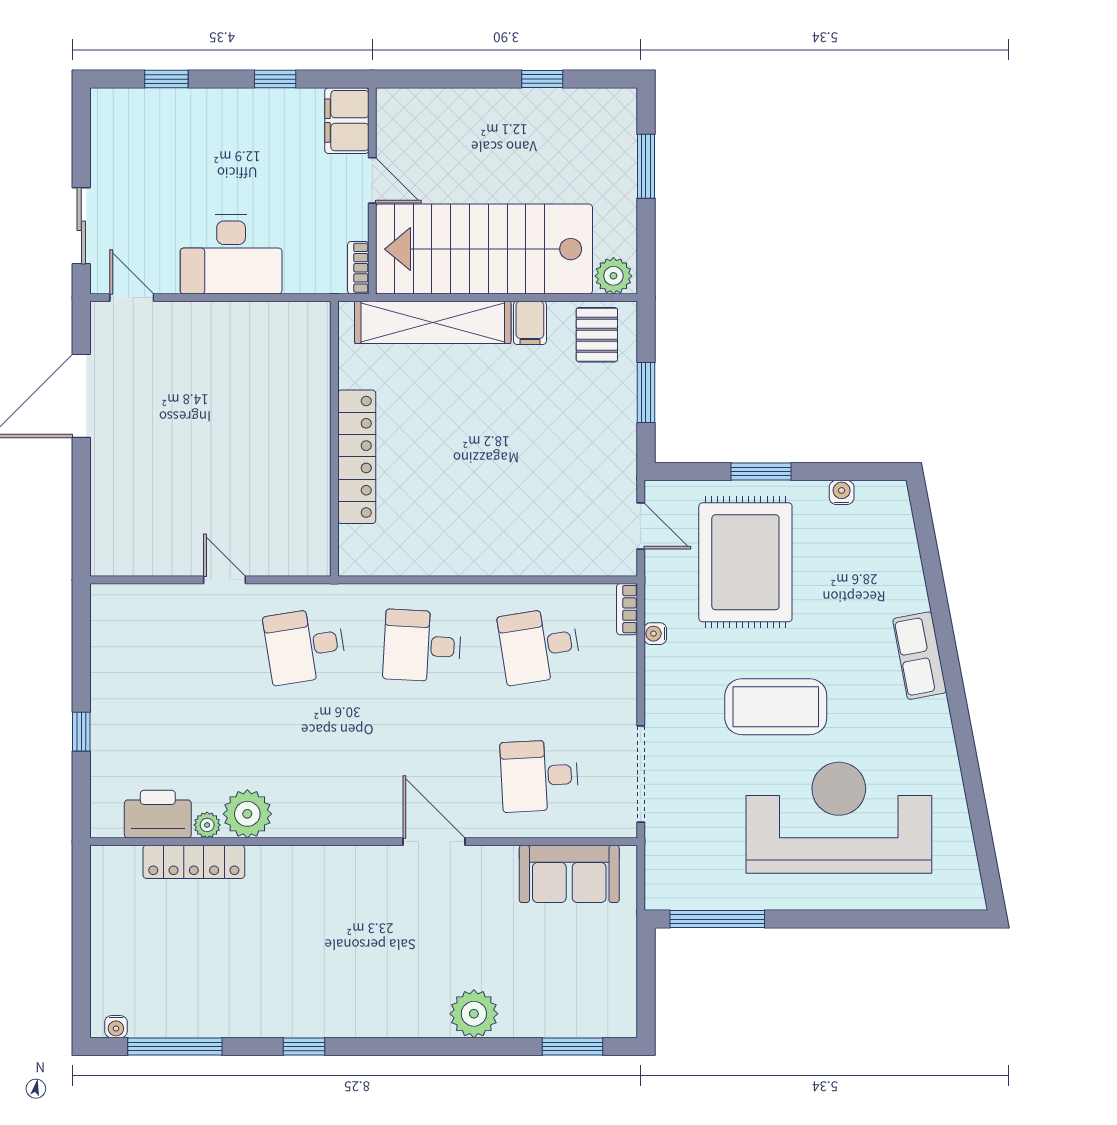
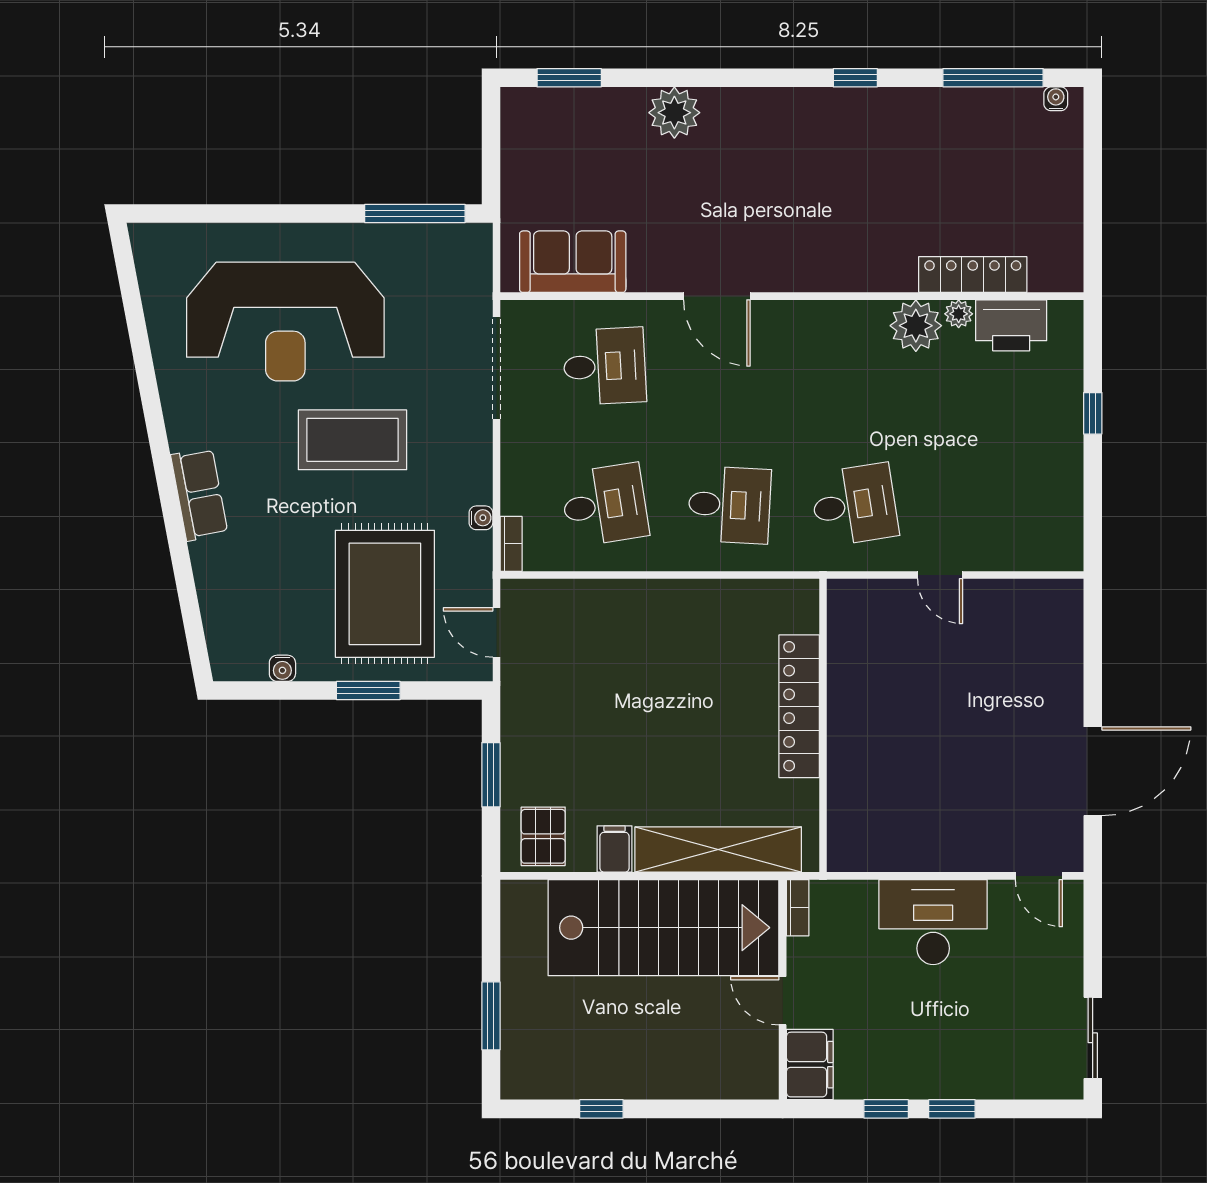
window: (166, 79) -> (952, 1109), moved
sliding door: (81, 226) -> (1093, 1038), moved
plant: (613, 276) -> (526, 899), removed

